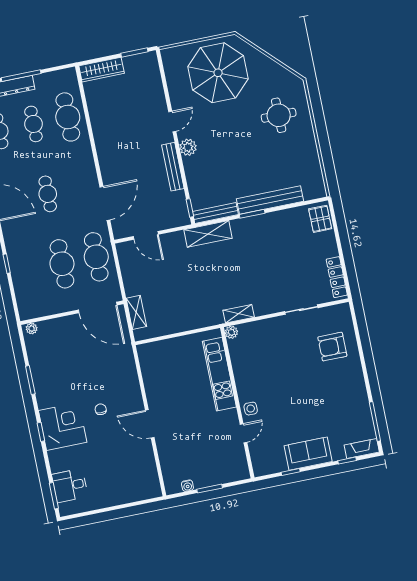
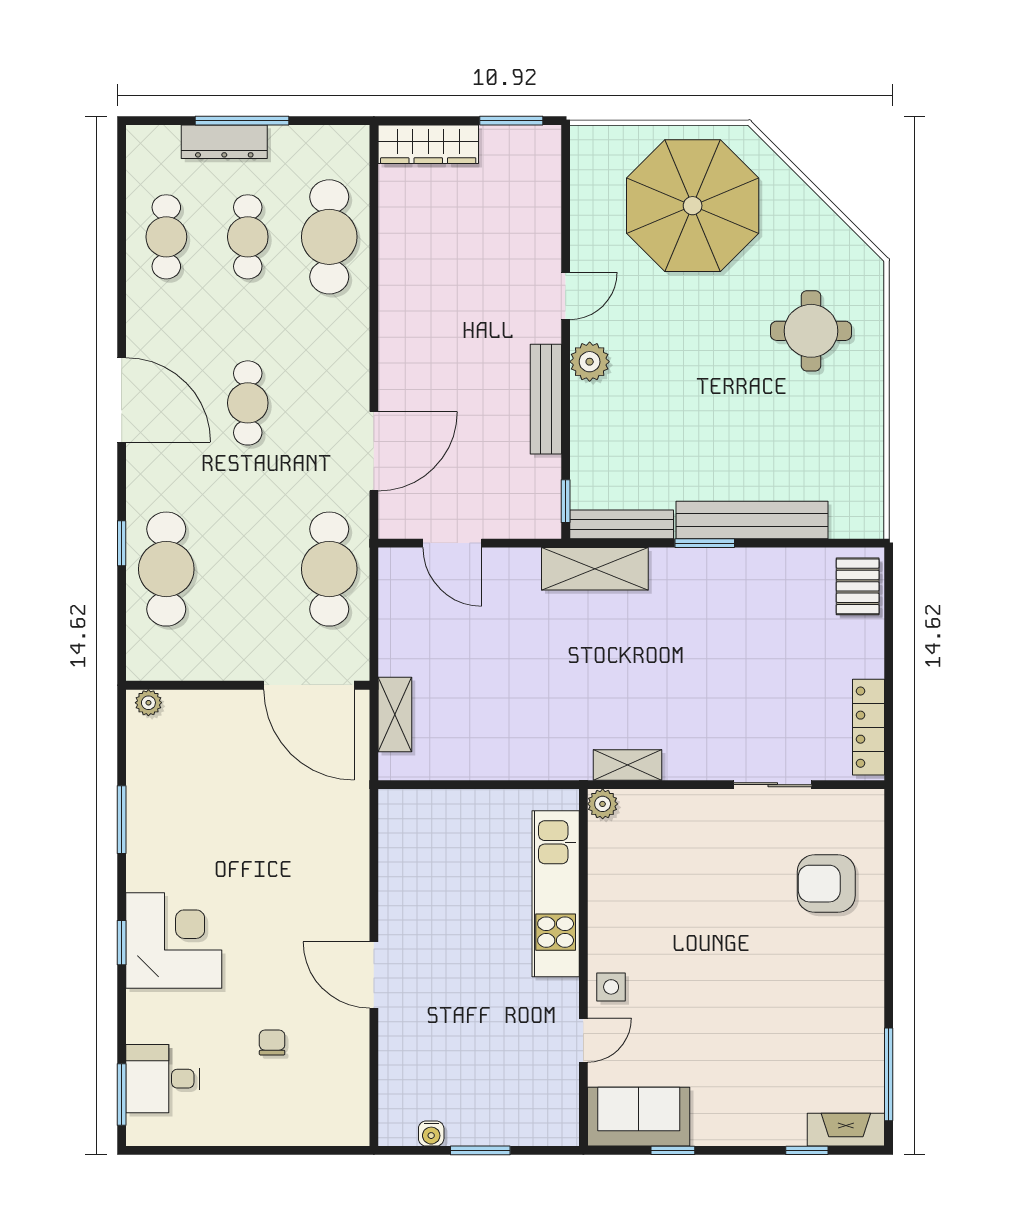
cafe table: (62, 264) -> (166, 569), moved
chair: (101, 409) -> (272, 1042), moved
sofa: (308, 454) -> (639, 1117), moved

